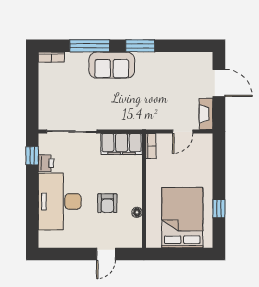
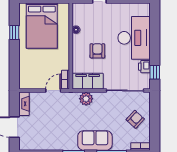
armchair: (58, 93) -> (135, 119), added
plant: (124, 121) -> (86, 99), added
door: (183, 132) -> (53, 91), moved
armchair: (107, 203) -> (97, 51), moved

